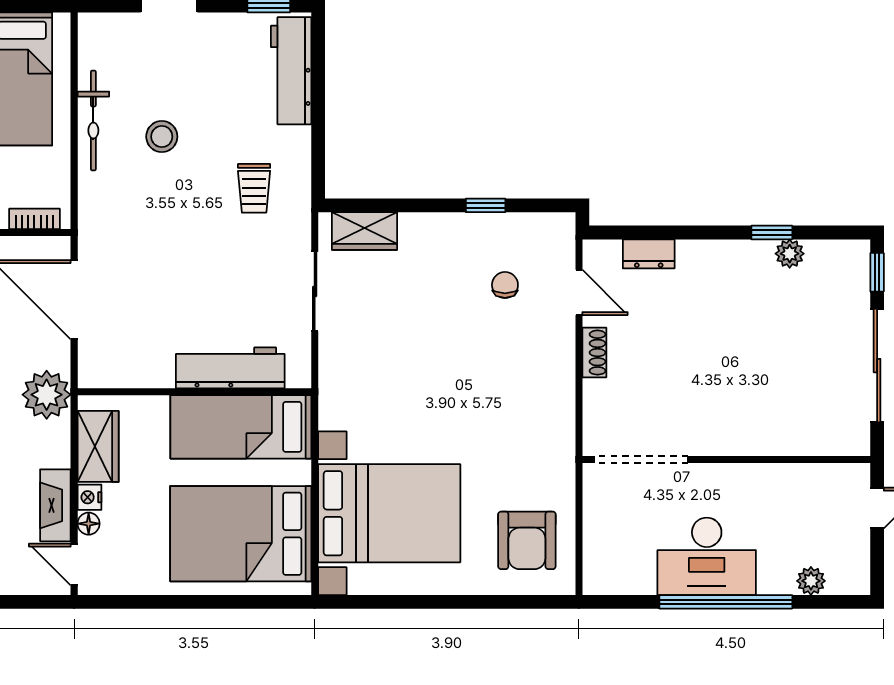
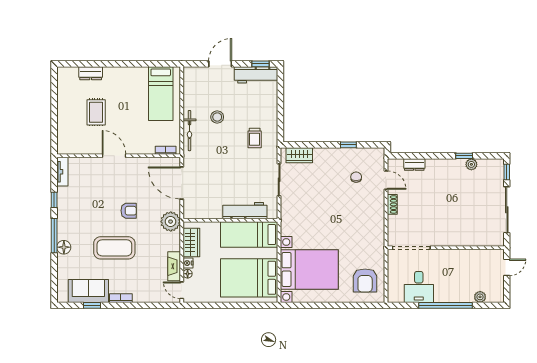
workbench: (291, 71) -> (256, 75), moved, turned -90
bicycle: (93, 121) -> (189, 131), moved
desk: (707, 556) -> (419, 287), moved, width x0.73

